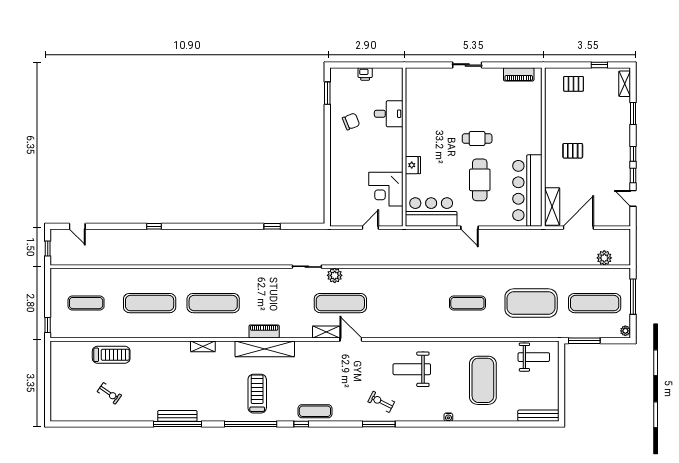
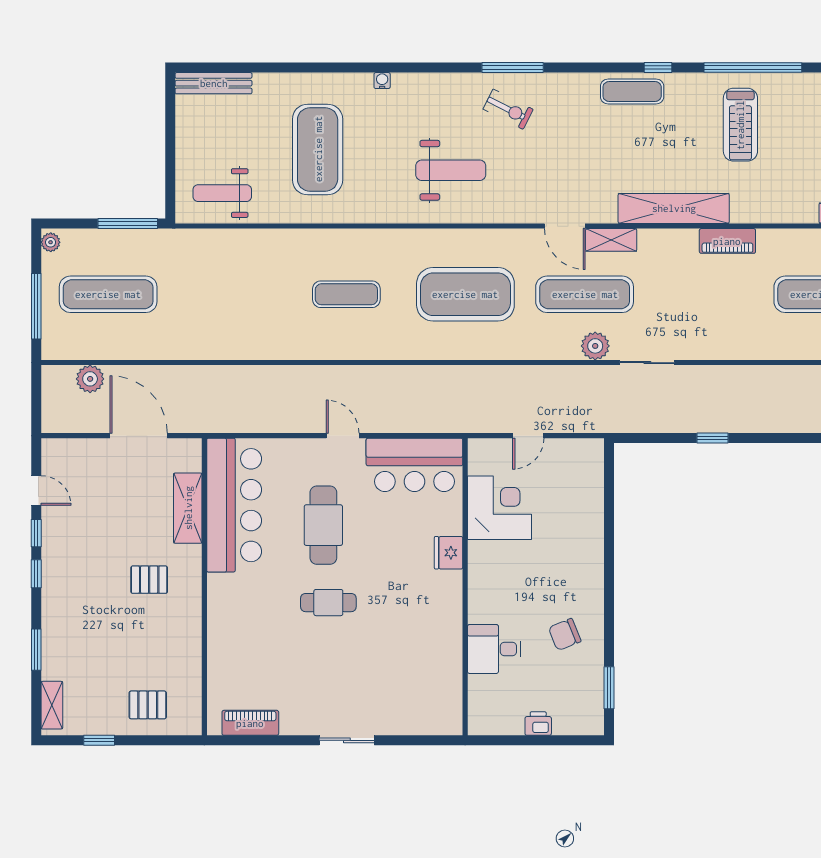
shelving: (552, 206) -> (188, 508), moved
door: (578, 228) -> (139, 436), swing flipped
exercise mat: (531, 303) -> (465, 294), moved
shelving: (265, 349) -> (674, 208), moved

